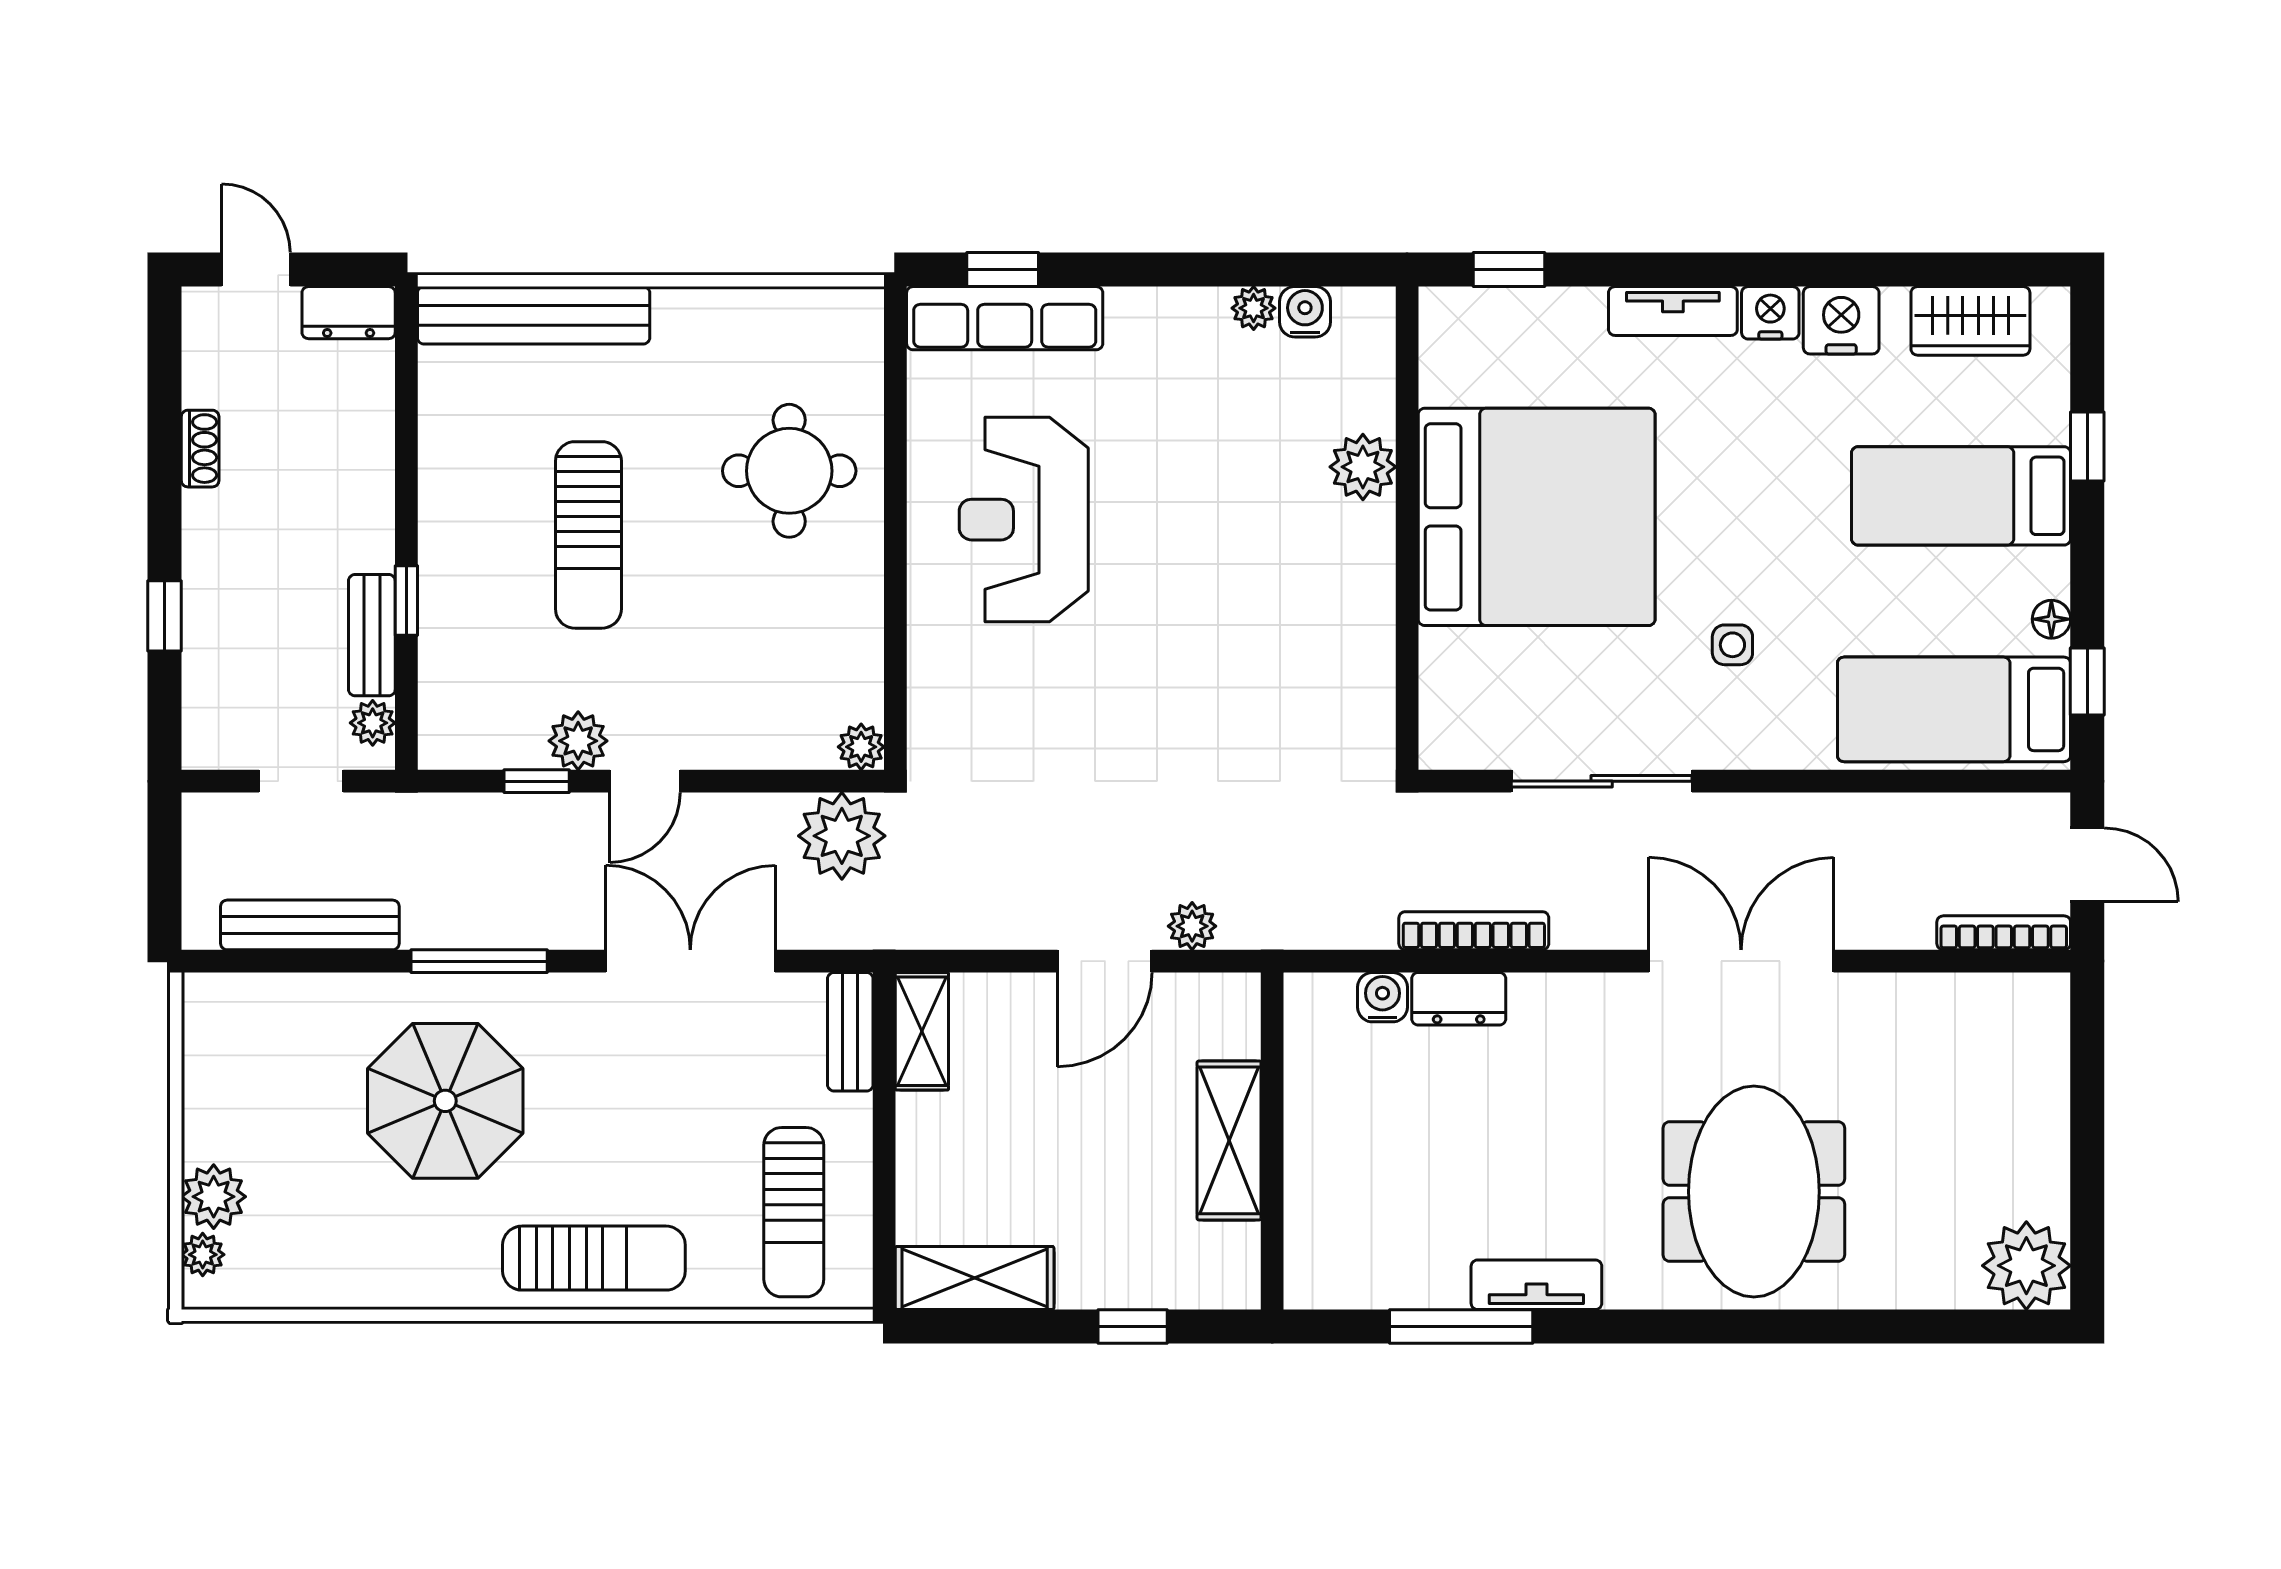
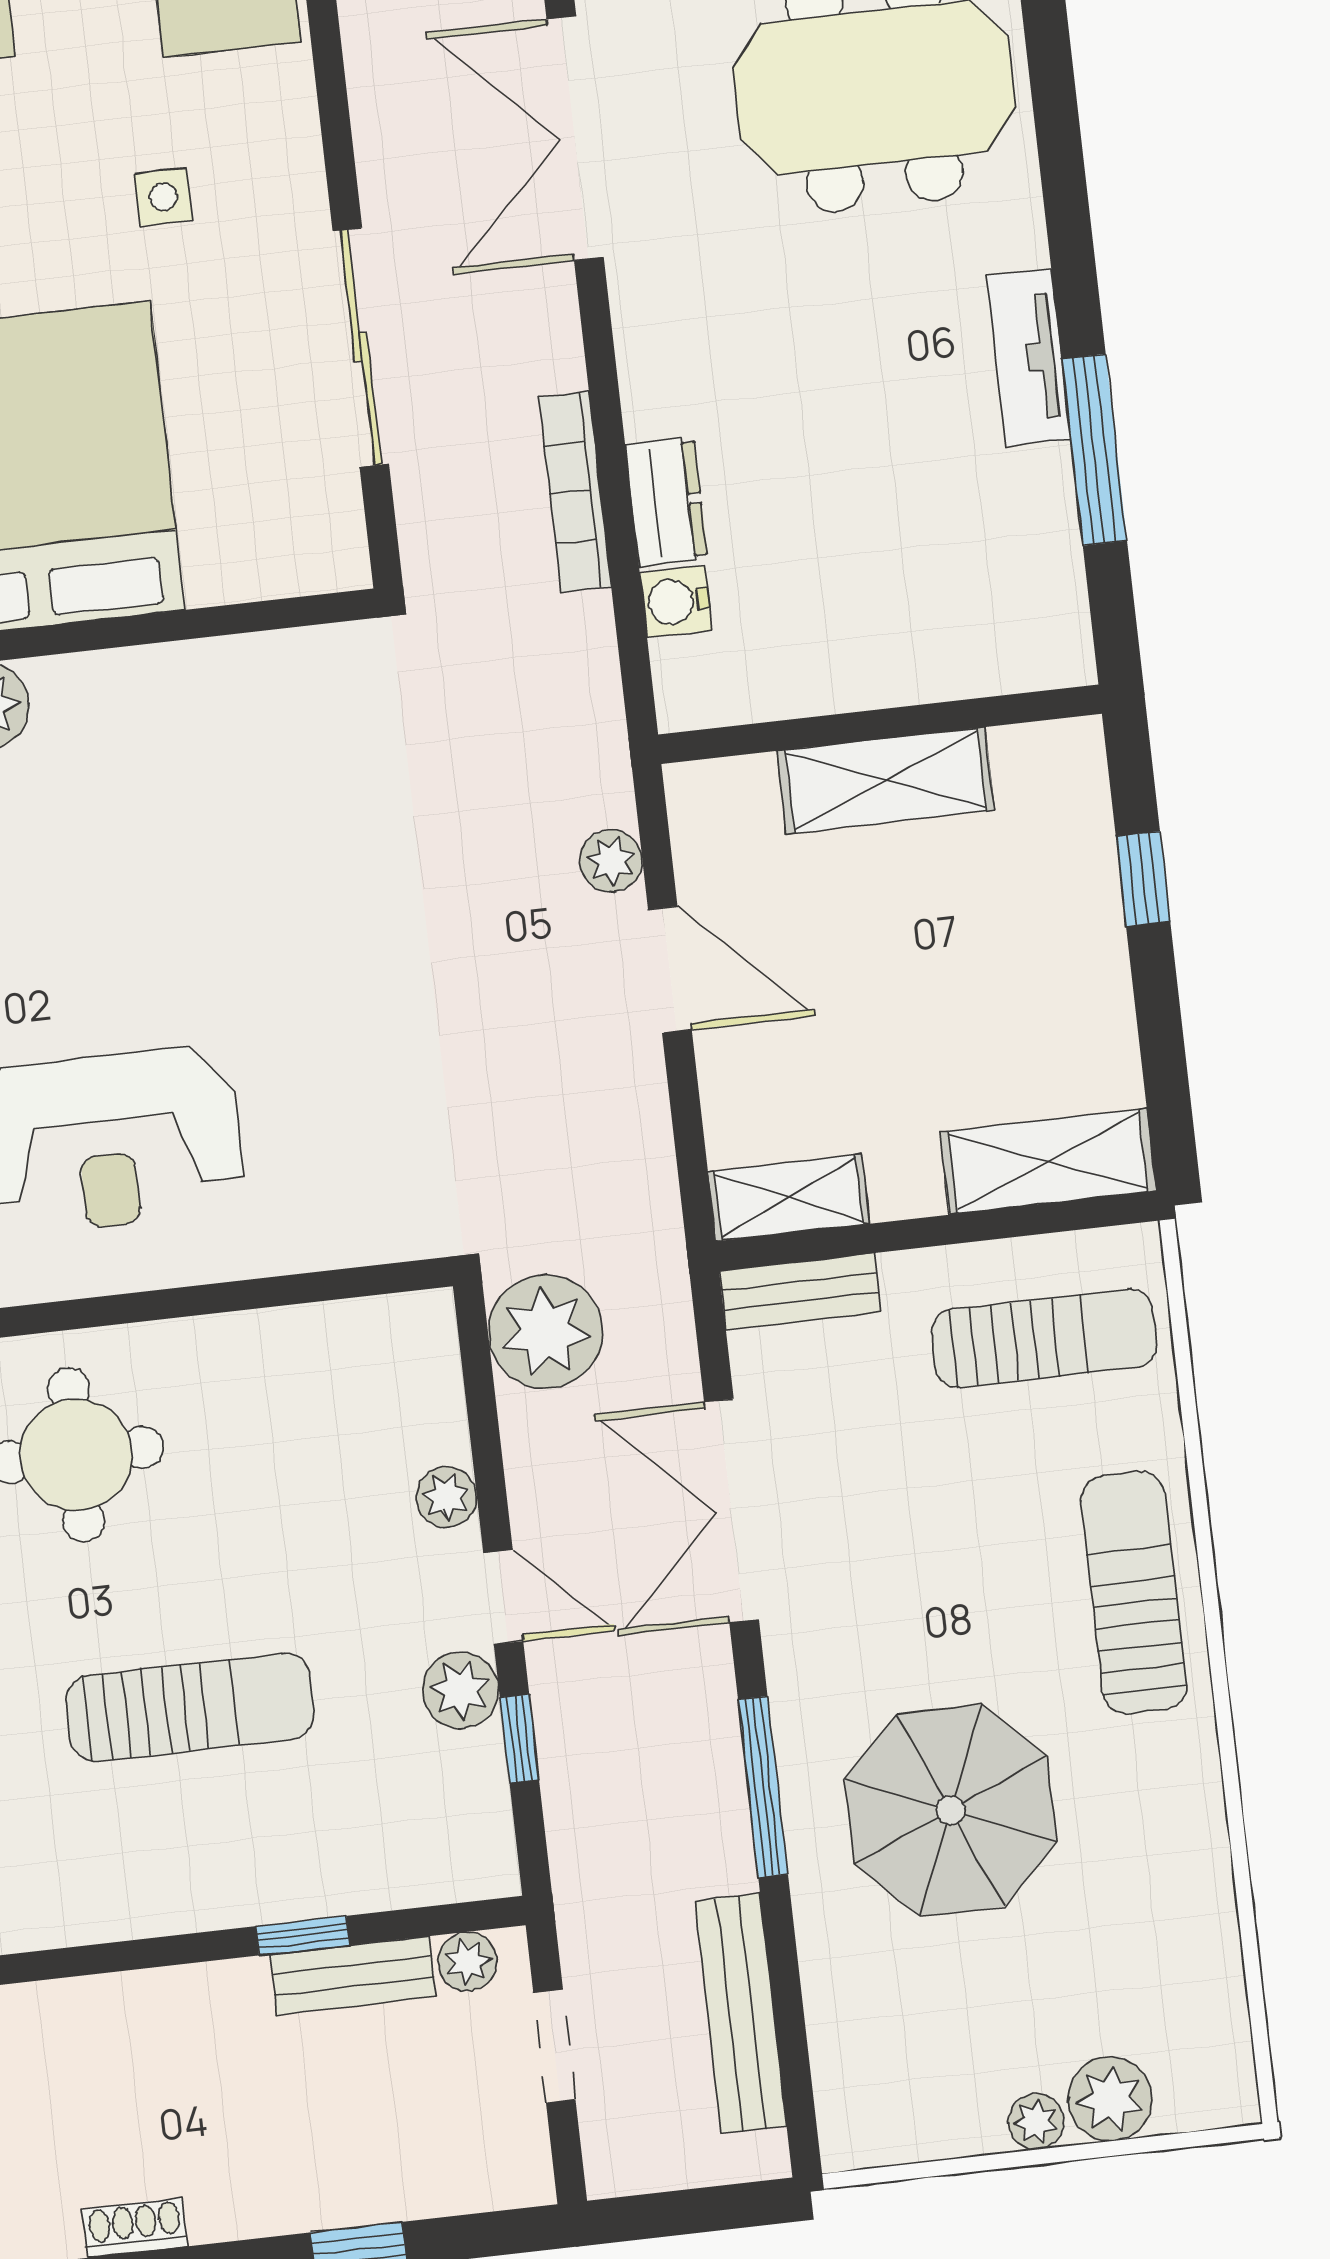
plant: (861, 747) -> (446, 1497), moved
plant: (203, 1255) -> (1036, 2122), moved
shelving: (975, 1278) -> (1048, 1162), moved, turned 90

